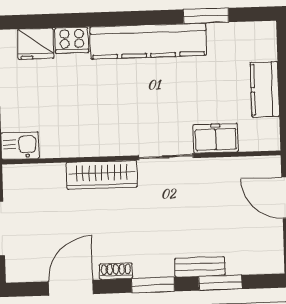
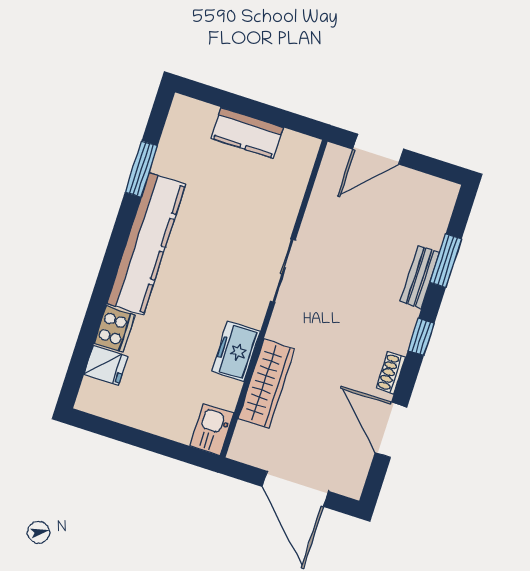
fridge: (36, 44) -> (106, 365), width x0.72
freezer: (216, 138) -> (236, 351), moved
wardrobe: (102, 175) -> (266, 384), moved
window: (153, 285) -> (421, 337), width x0.67

